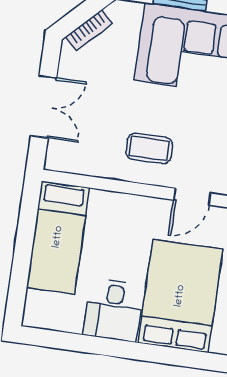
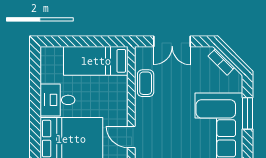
coffee table: (149, 148) -> (146, 83), moved

